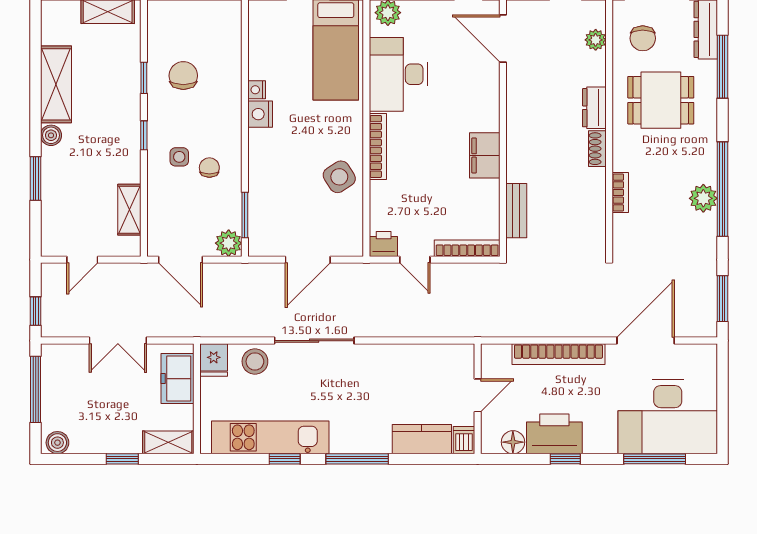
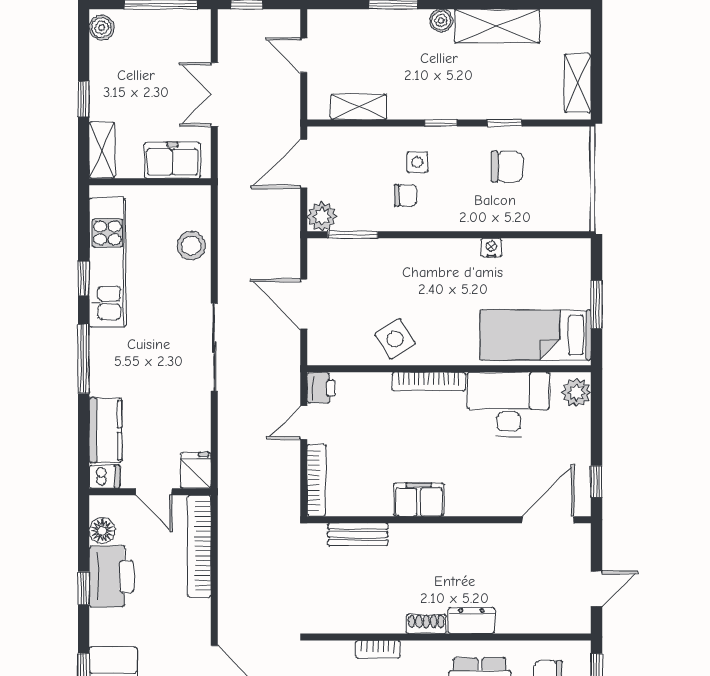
plant: (596, 40) -> (546, 622), removed
nightstand: (260, 114) -> (464, 252), removed
sliding door: (314, 341) -> (214, 347), moved
bookcase: (558, 354) -> (199, 546), moved
fridge: (214, 360) -> (196, 470), moved, turned 90

